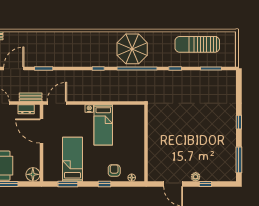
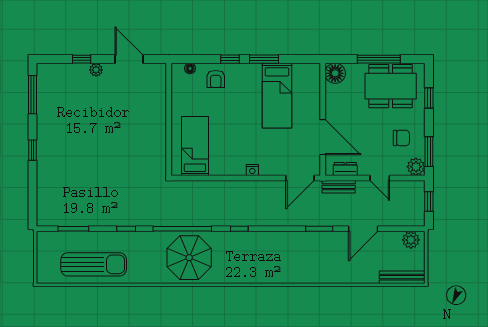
bed: (103, 125) -> (195, 146), moved
window: (68, 184) -> (264, 59), moved

